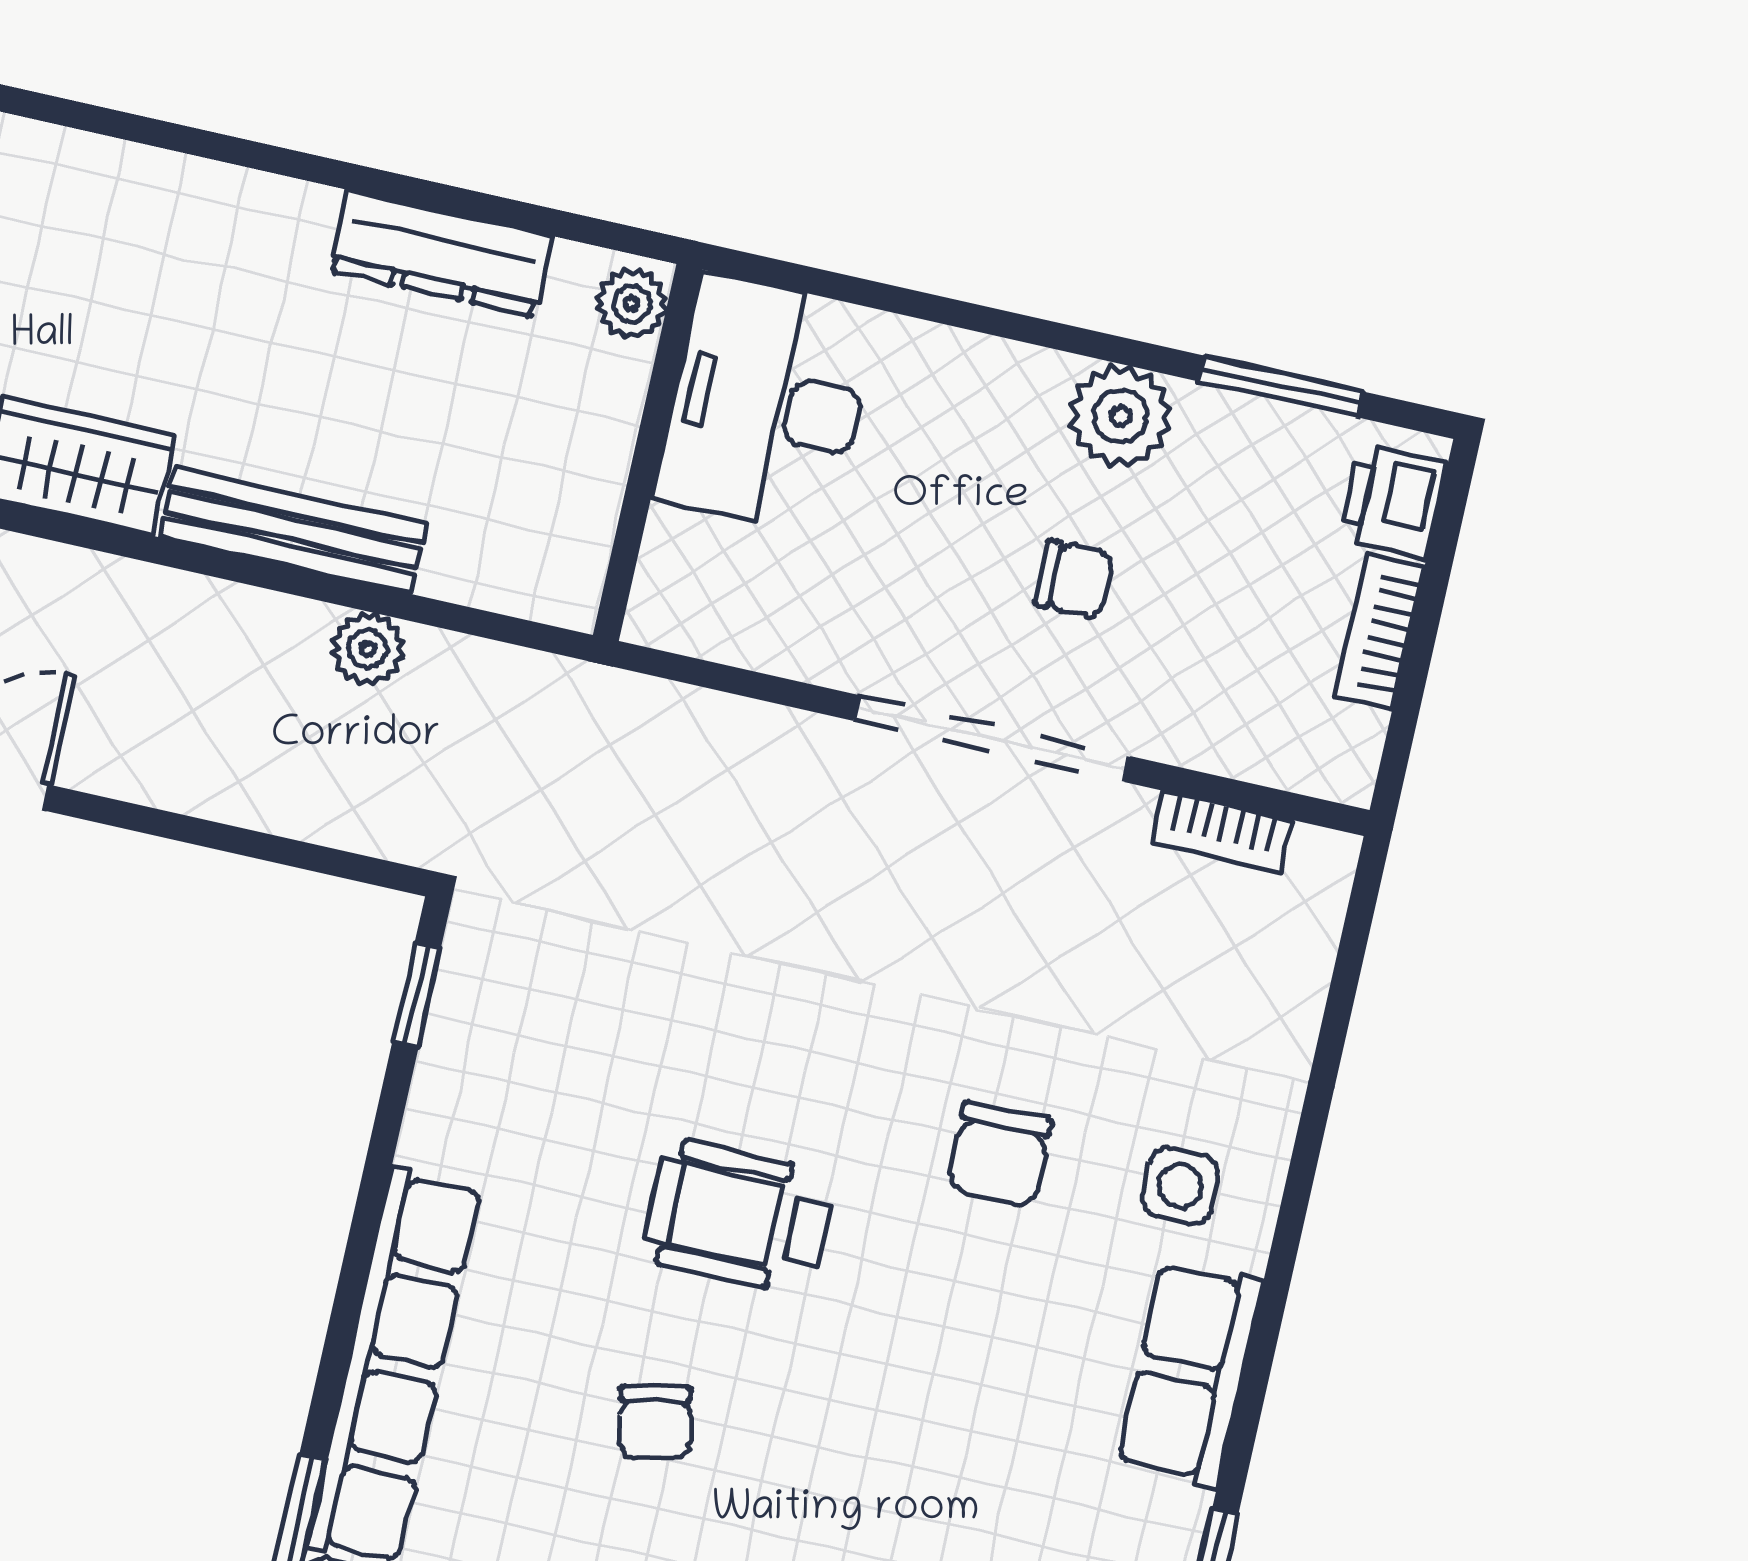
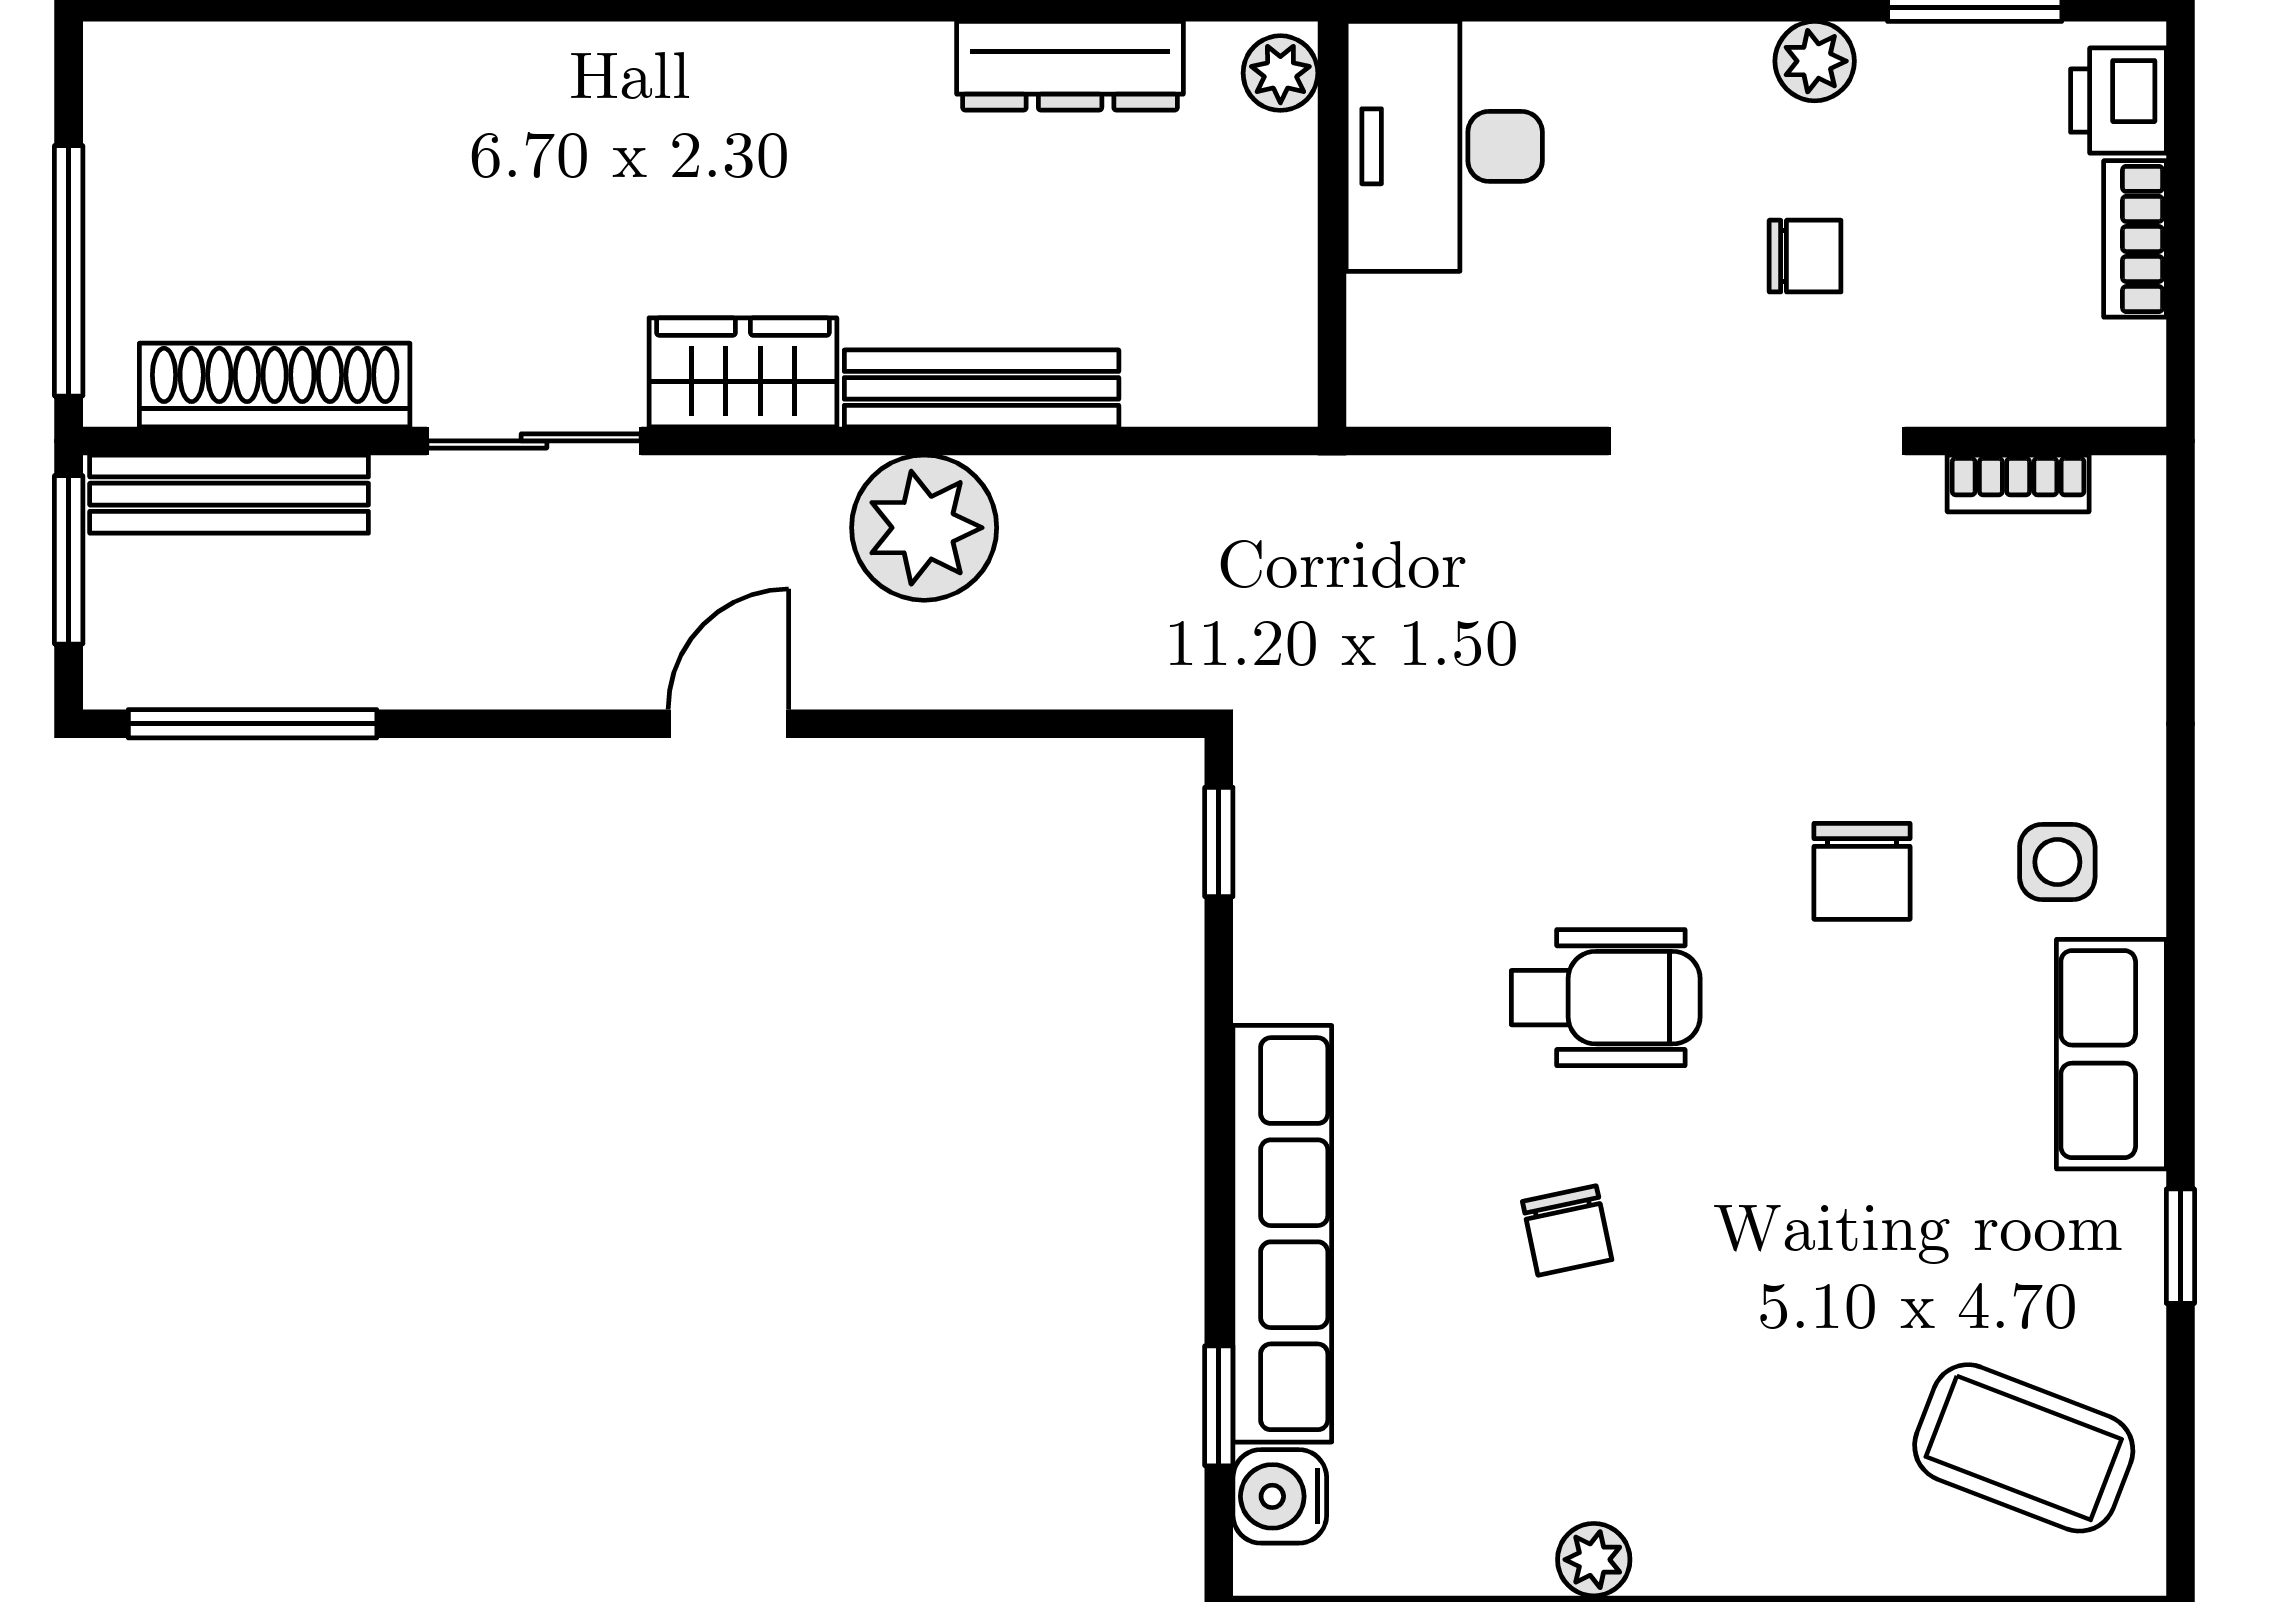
plant: (1120, 416) -> (1815, 61), width x0.73, depth x0.73
plant: (368, 649) -> (924, 528), moved, width x1.87, depth x1.87
wheelchair: (739, 1217) -> (1606, 998), turned 180

